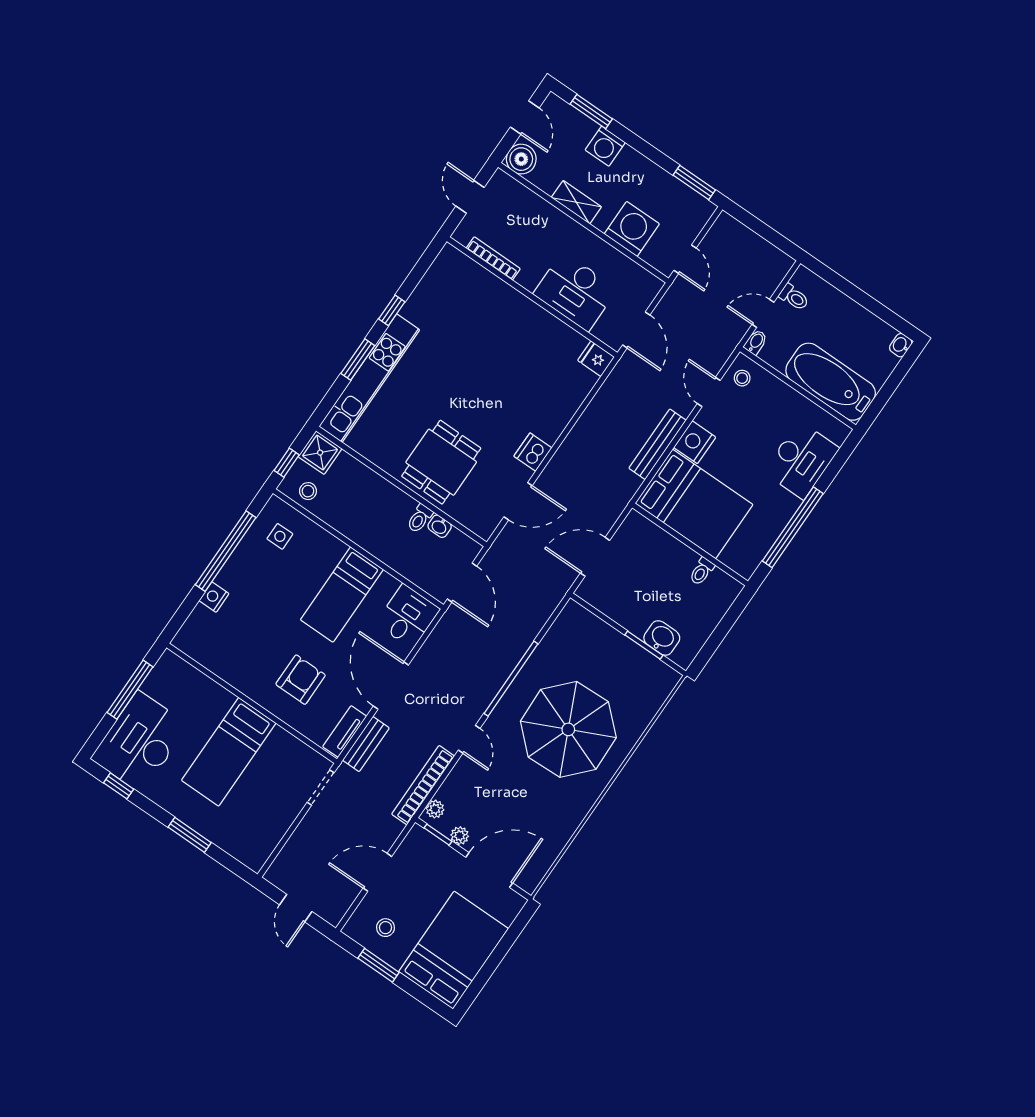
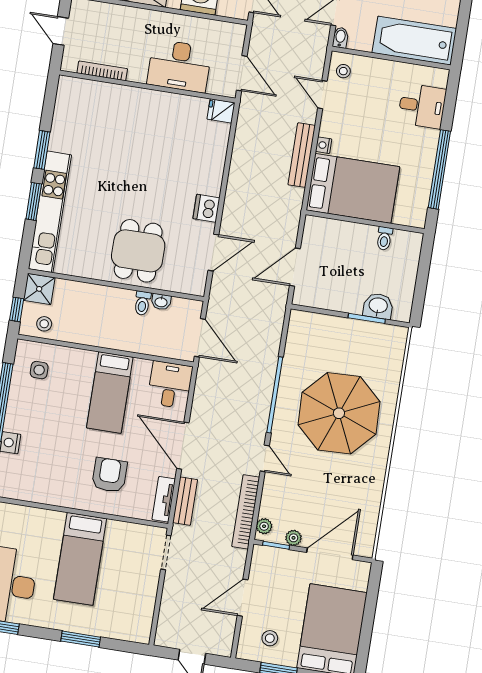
window: (392, 310) -> (42, 150), width x1.50
nightstand: (695, 442) -> (324, 145), width x0.53, depth x0.56
desk: (801, 460) -> (422, 106), width x0.73

